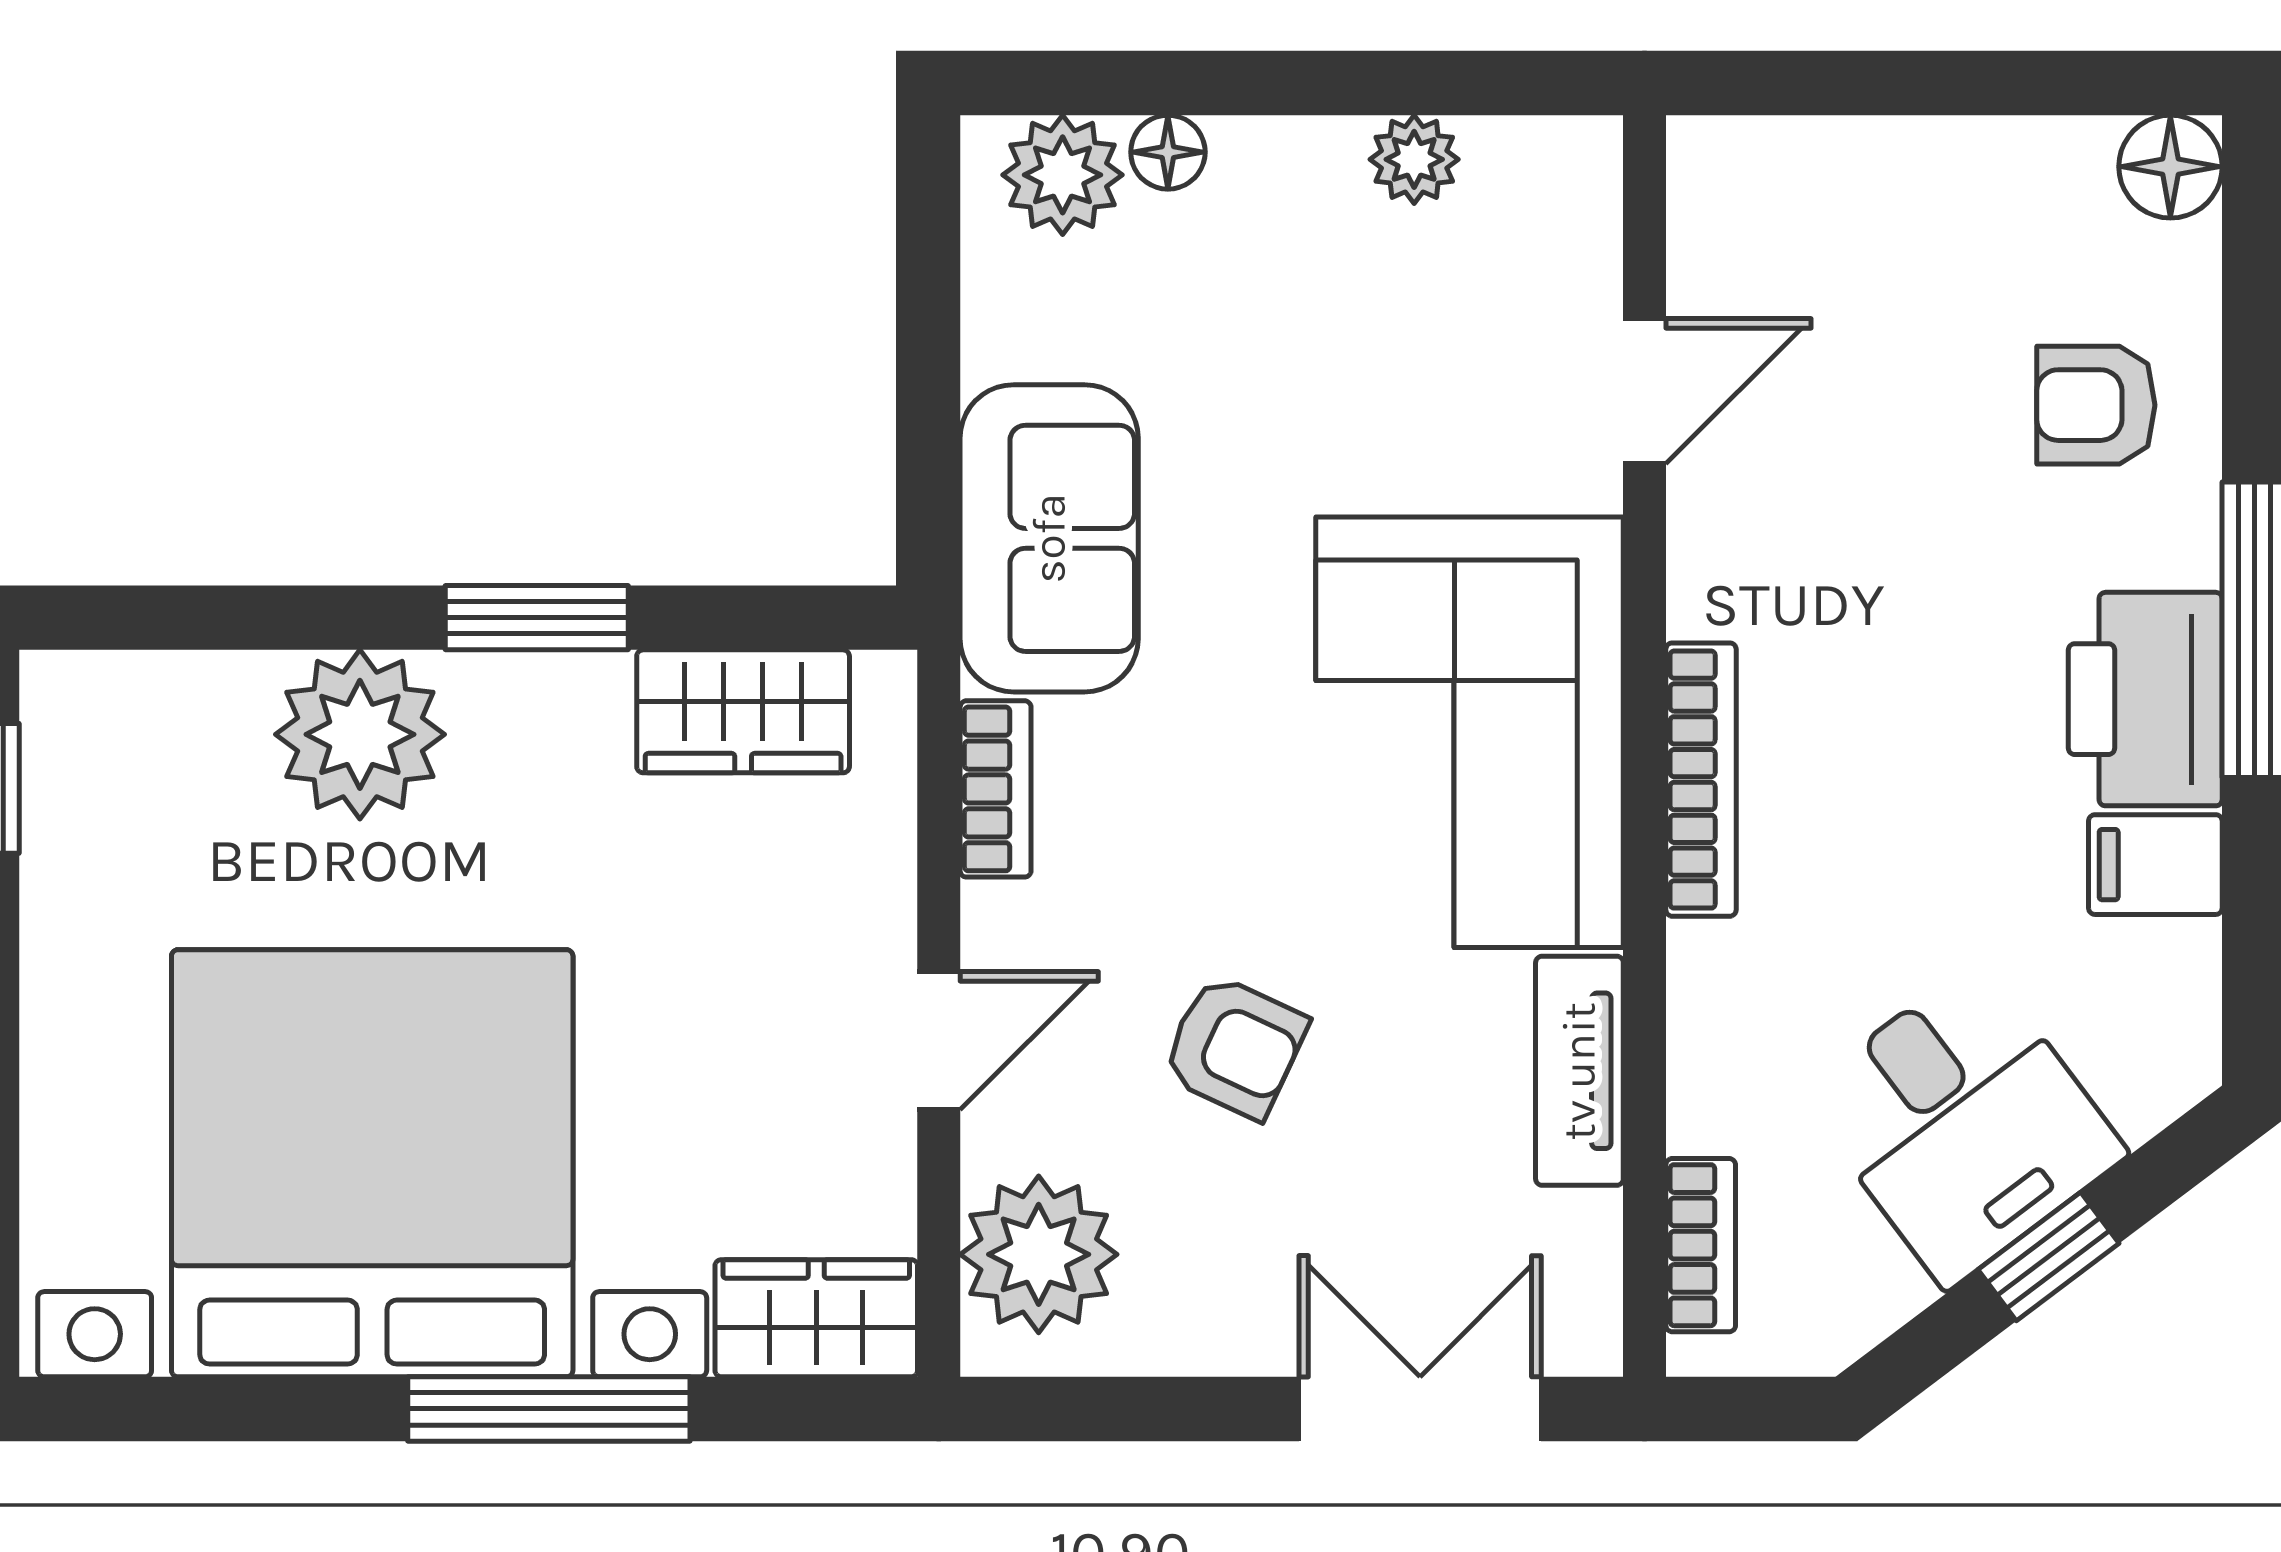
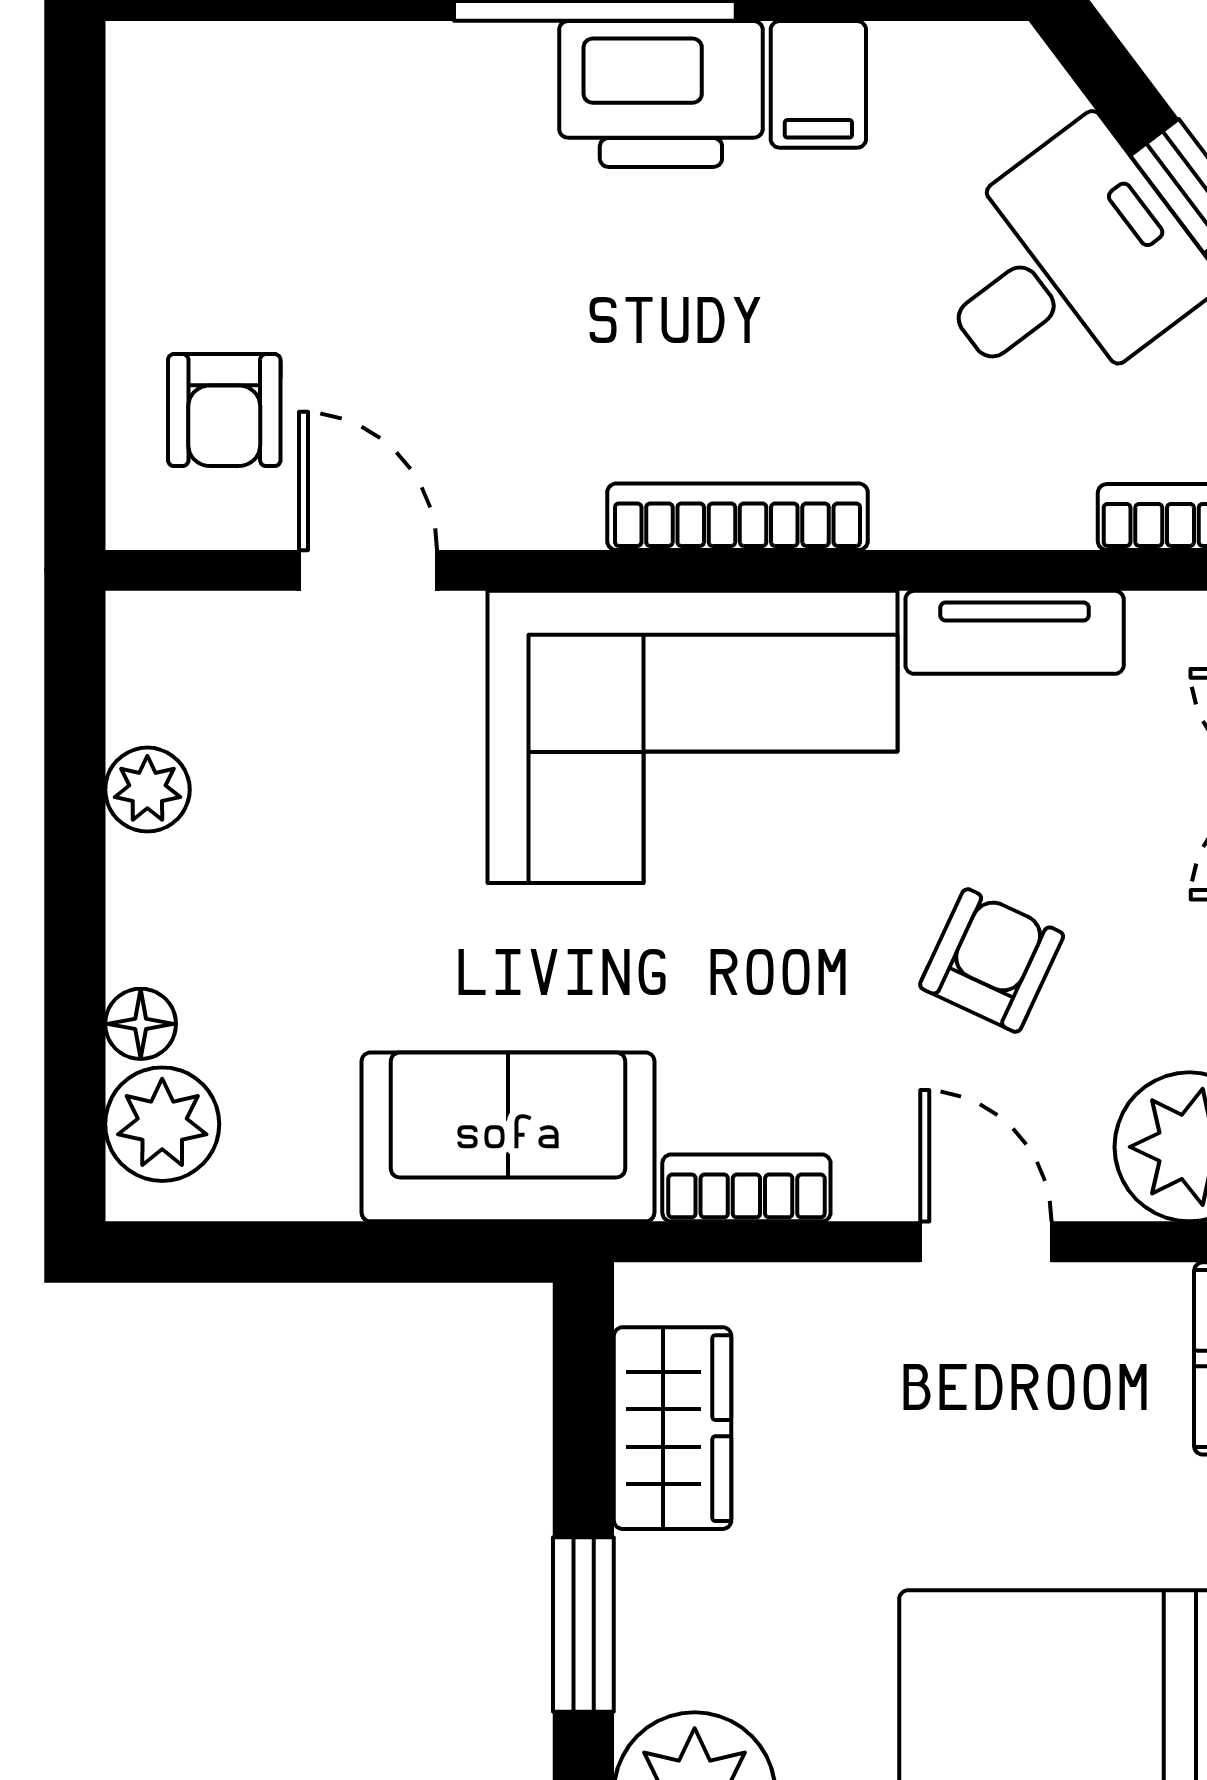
floor lamp: (2170, 167) -> (154, 70), removed
armchair: (2096, 405) -> (224, 410), moved

